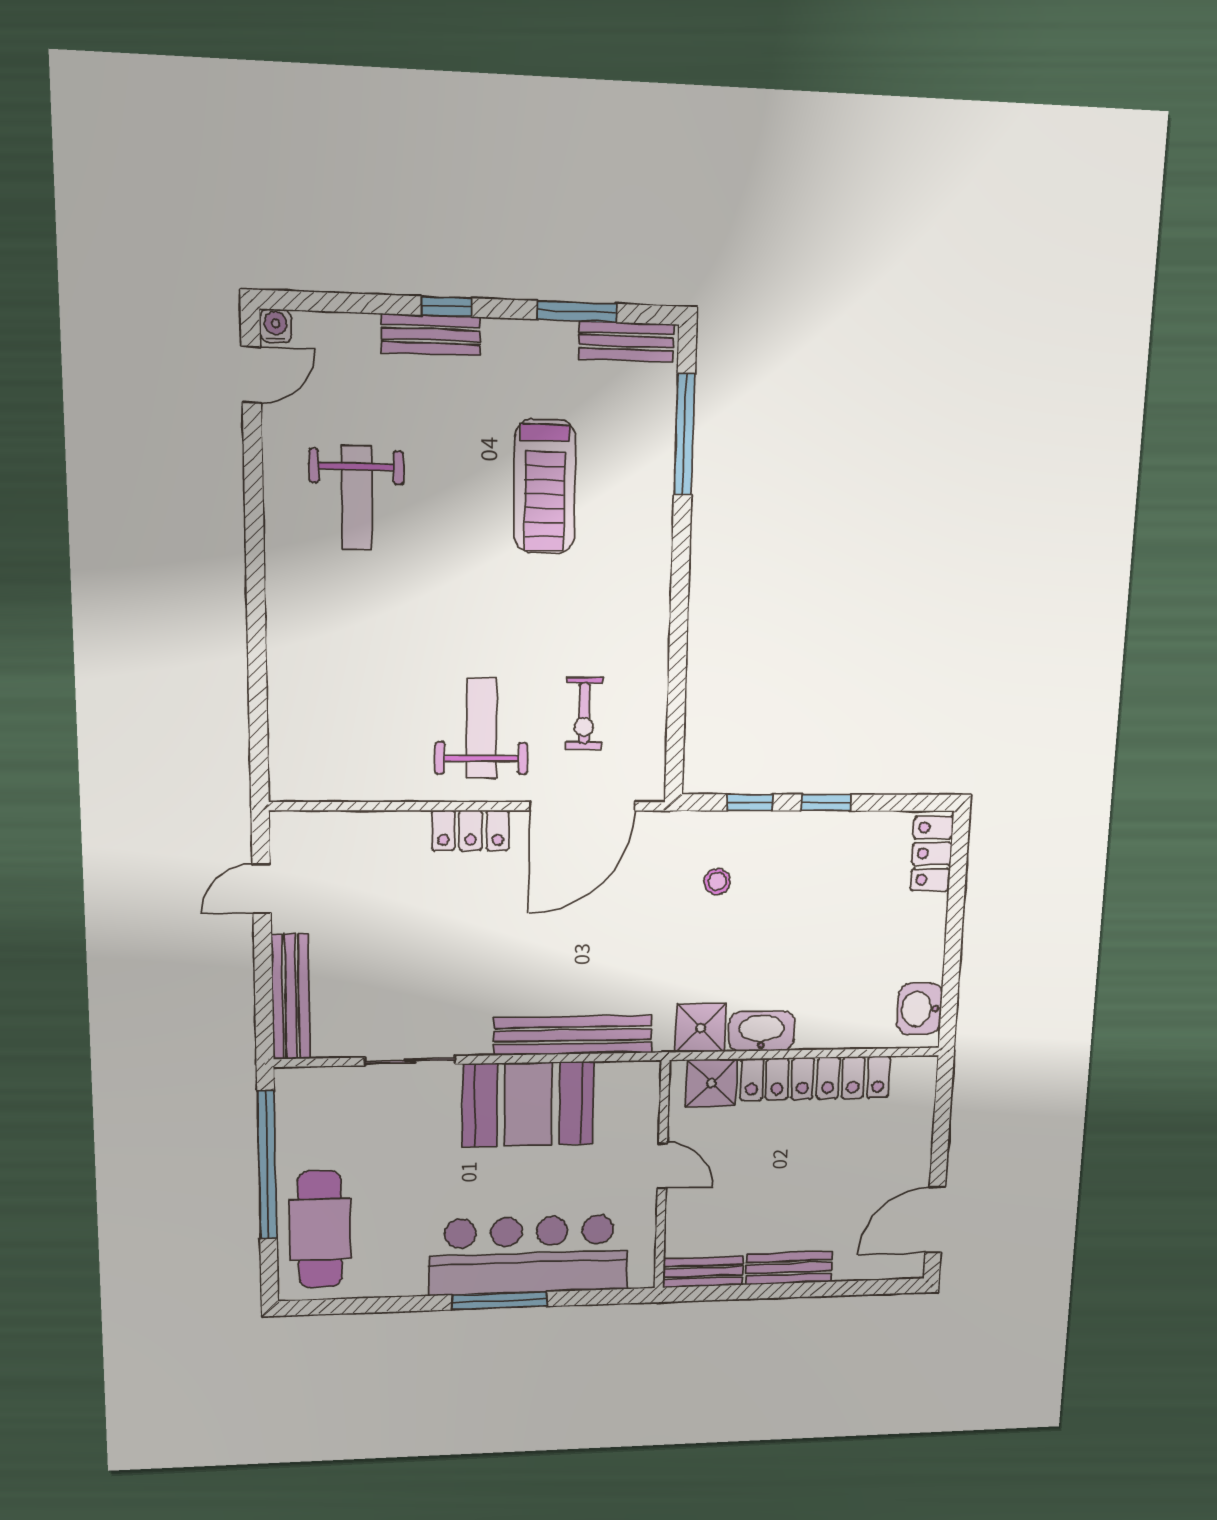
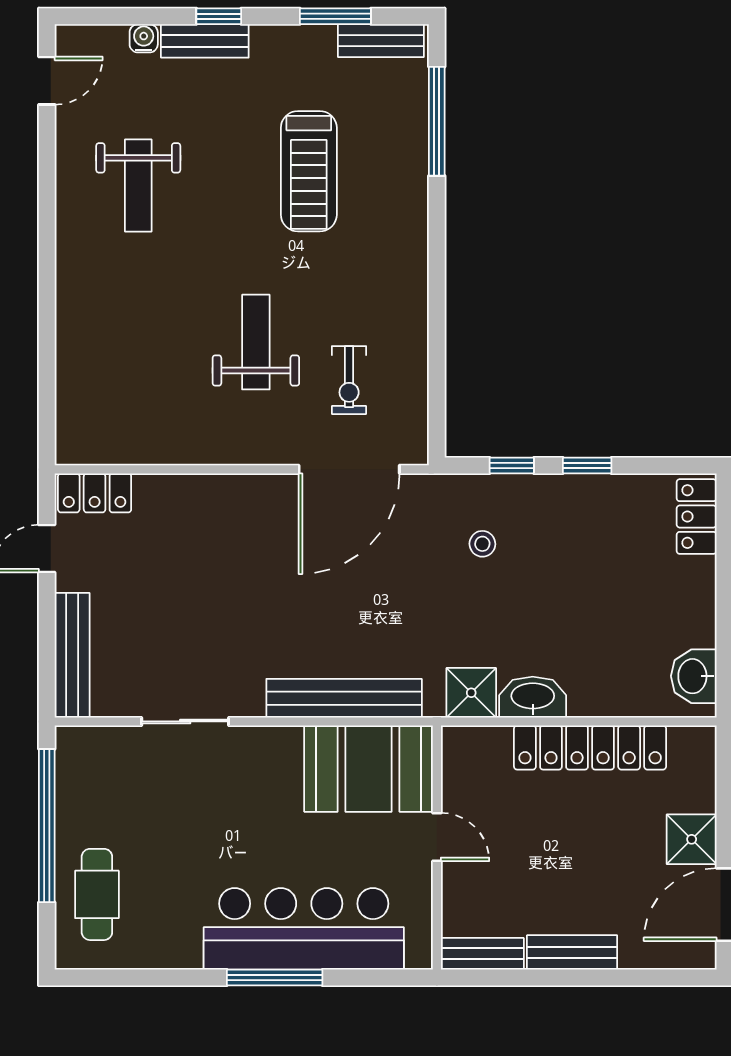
water cooler: (276, 326) -> (144, 38), moved
weight bench: (482, 728) -> (256, 342), moved
locker: (471, 830) -> (95, 493), moved
shower: (711, 1083) -> (692, 839), moved
booth: (528, 1104) -> (369, 769), moved
cafe table: (320, 1229) -> (97, 894), width x0.73, depth x0.74

